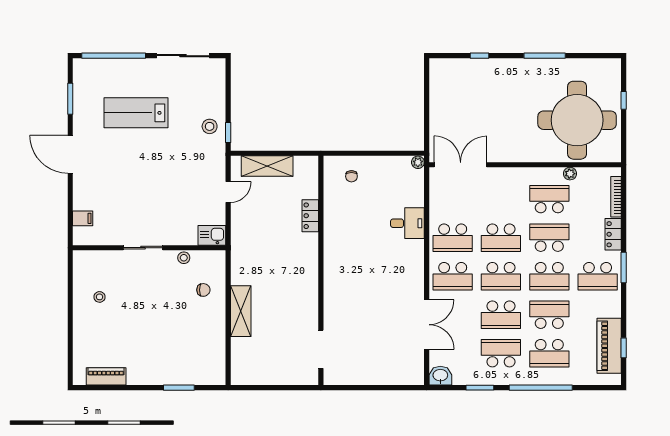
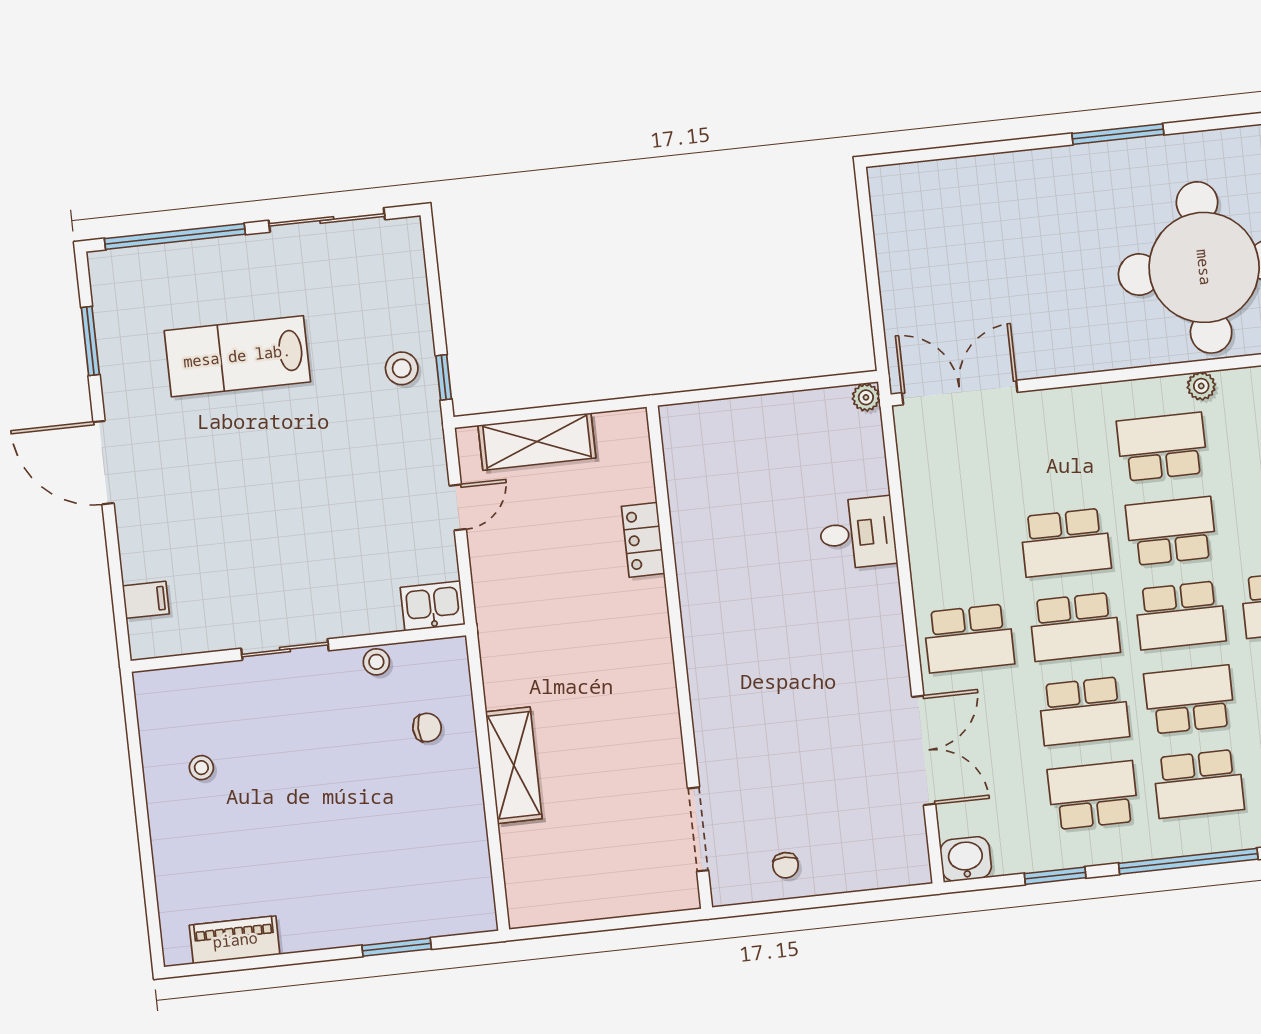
window: (479, 56) -> (975, 150), removed
chair: (351, 176) -> (786, 865), moved
school desk: (453, 238) -> (960, 554), removed

